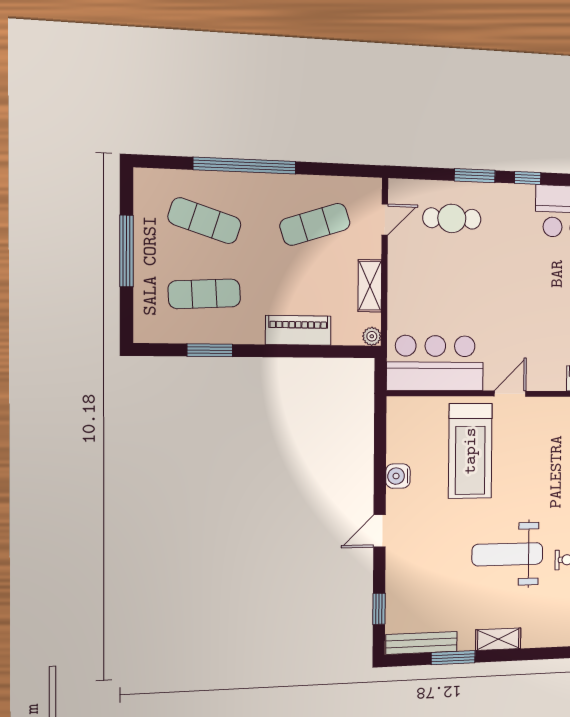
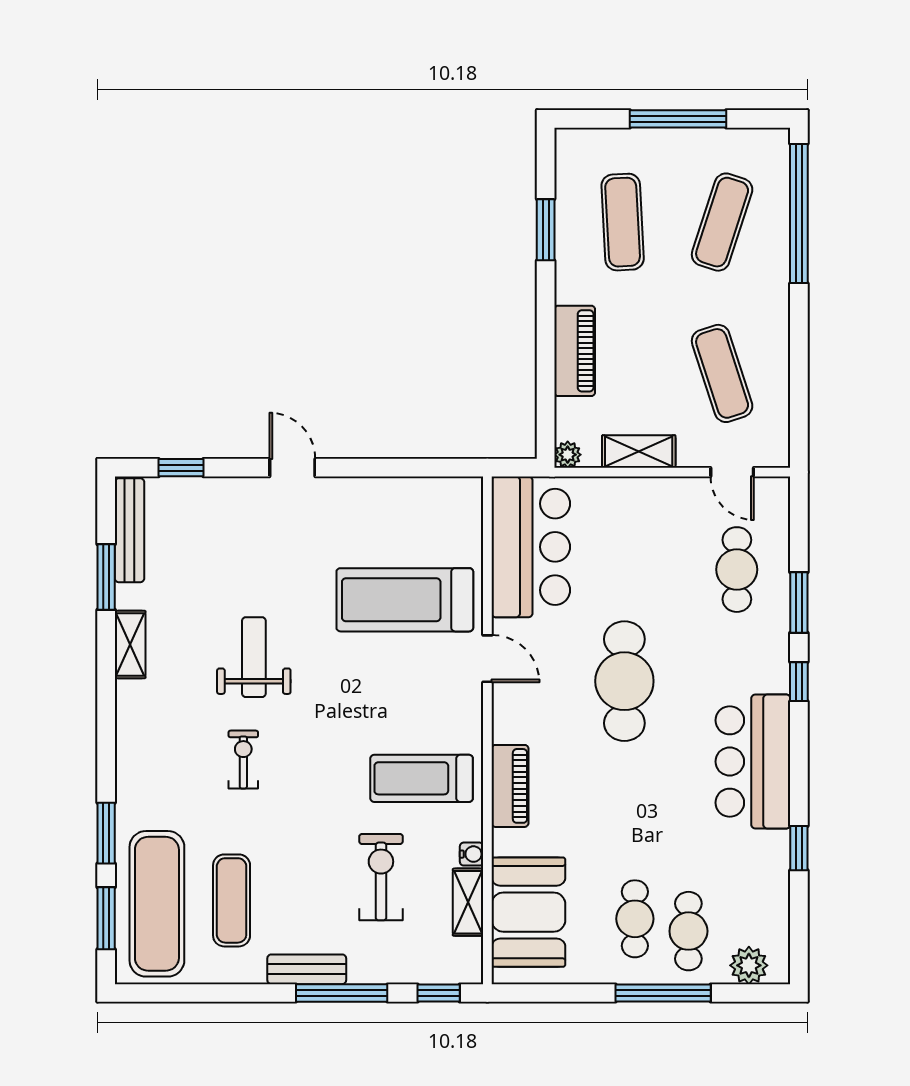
window: (245, 166) -> (799, 214), moved
cafe table: (526, 299) -> (624, 681), added
water cooler: (398, 476) -> (370, 494), removed
weight bench: (507, 554) -> (254, 657), width x0.73, depth x0.75

